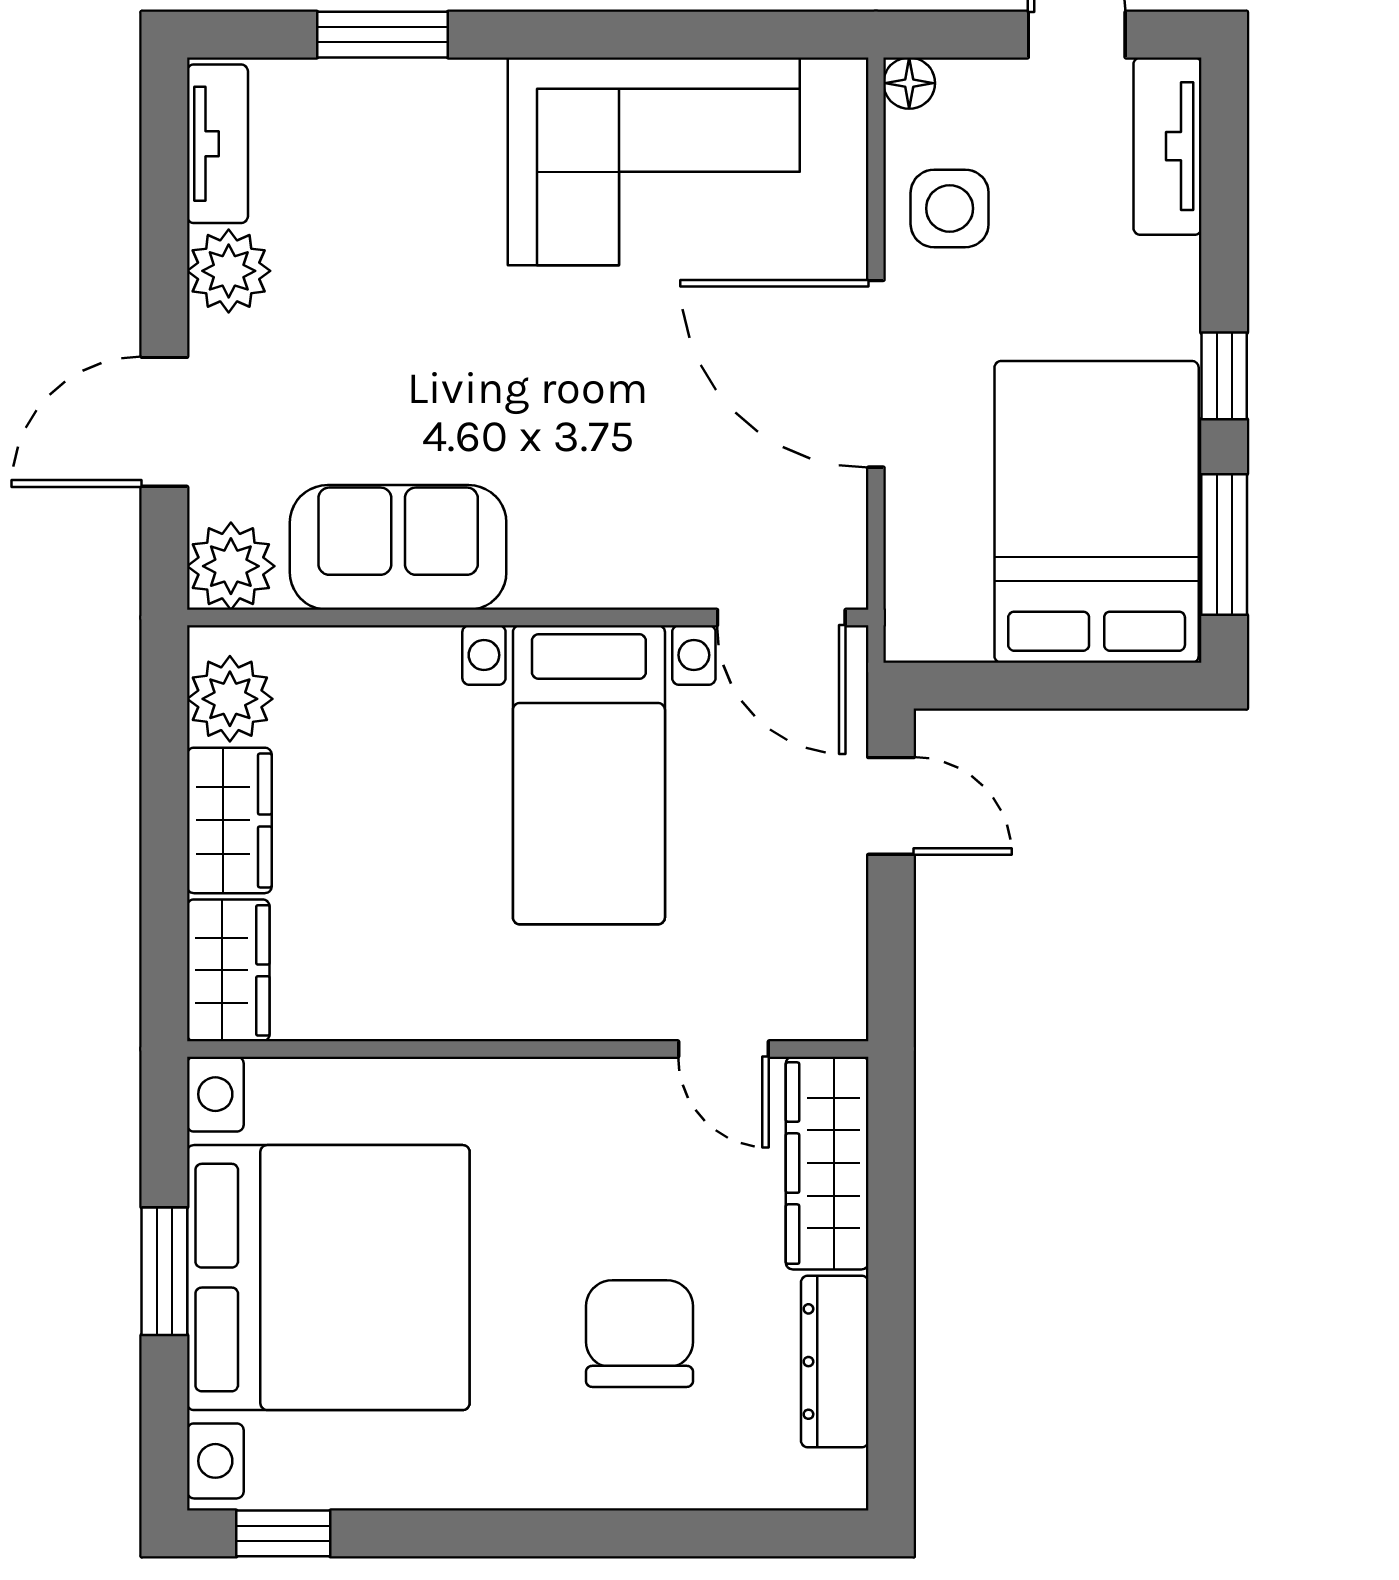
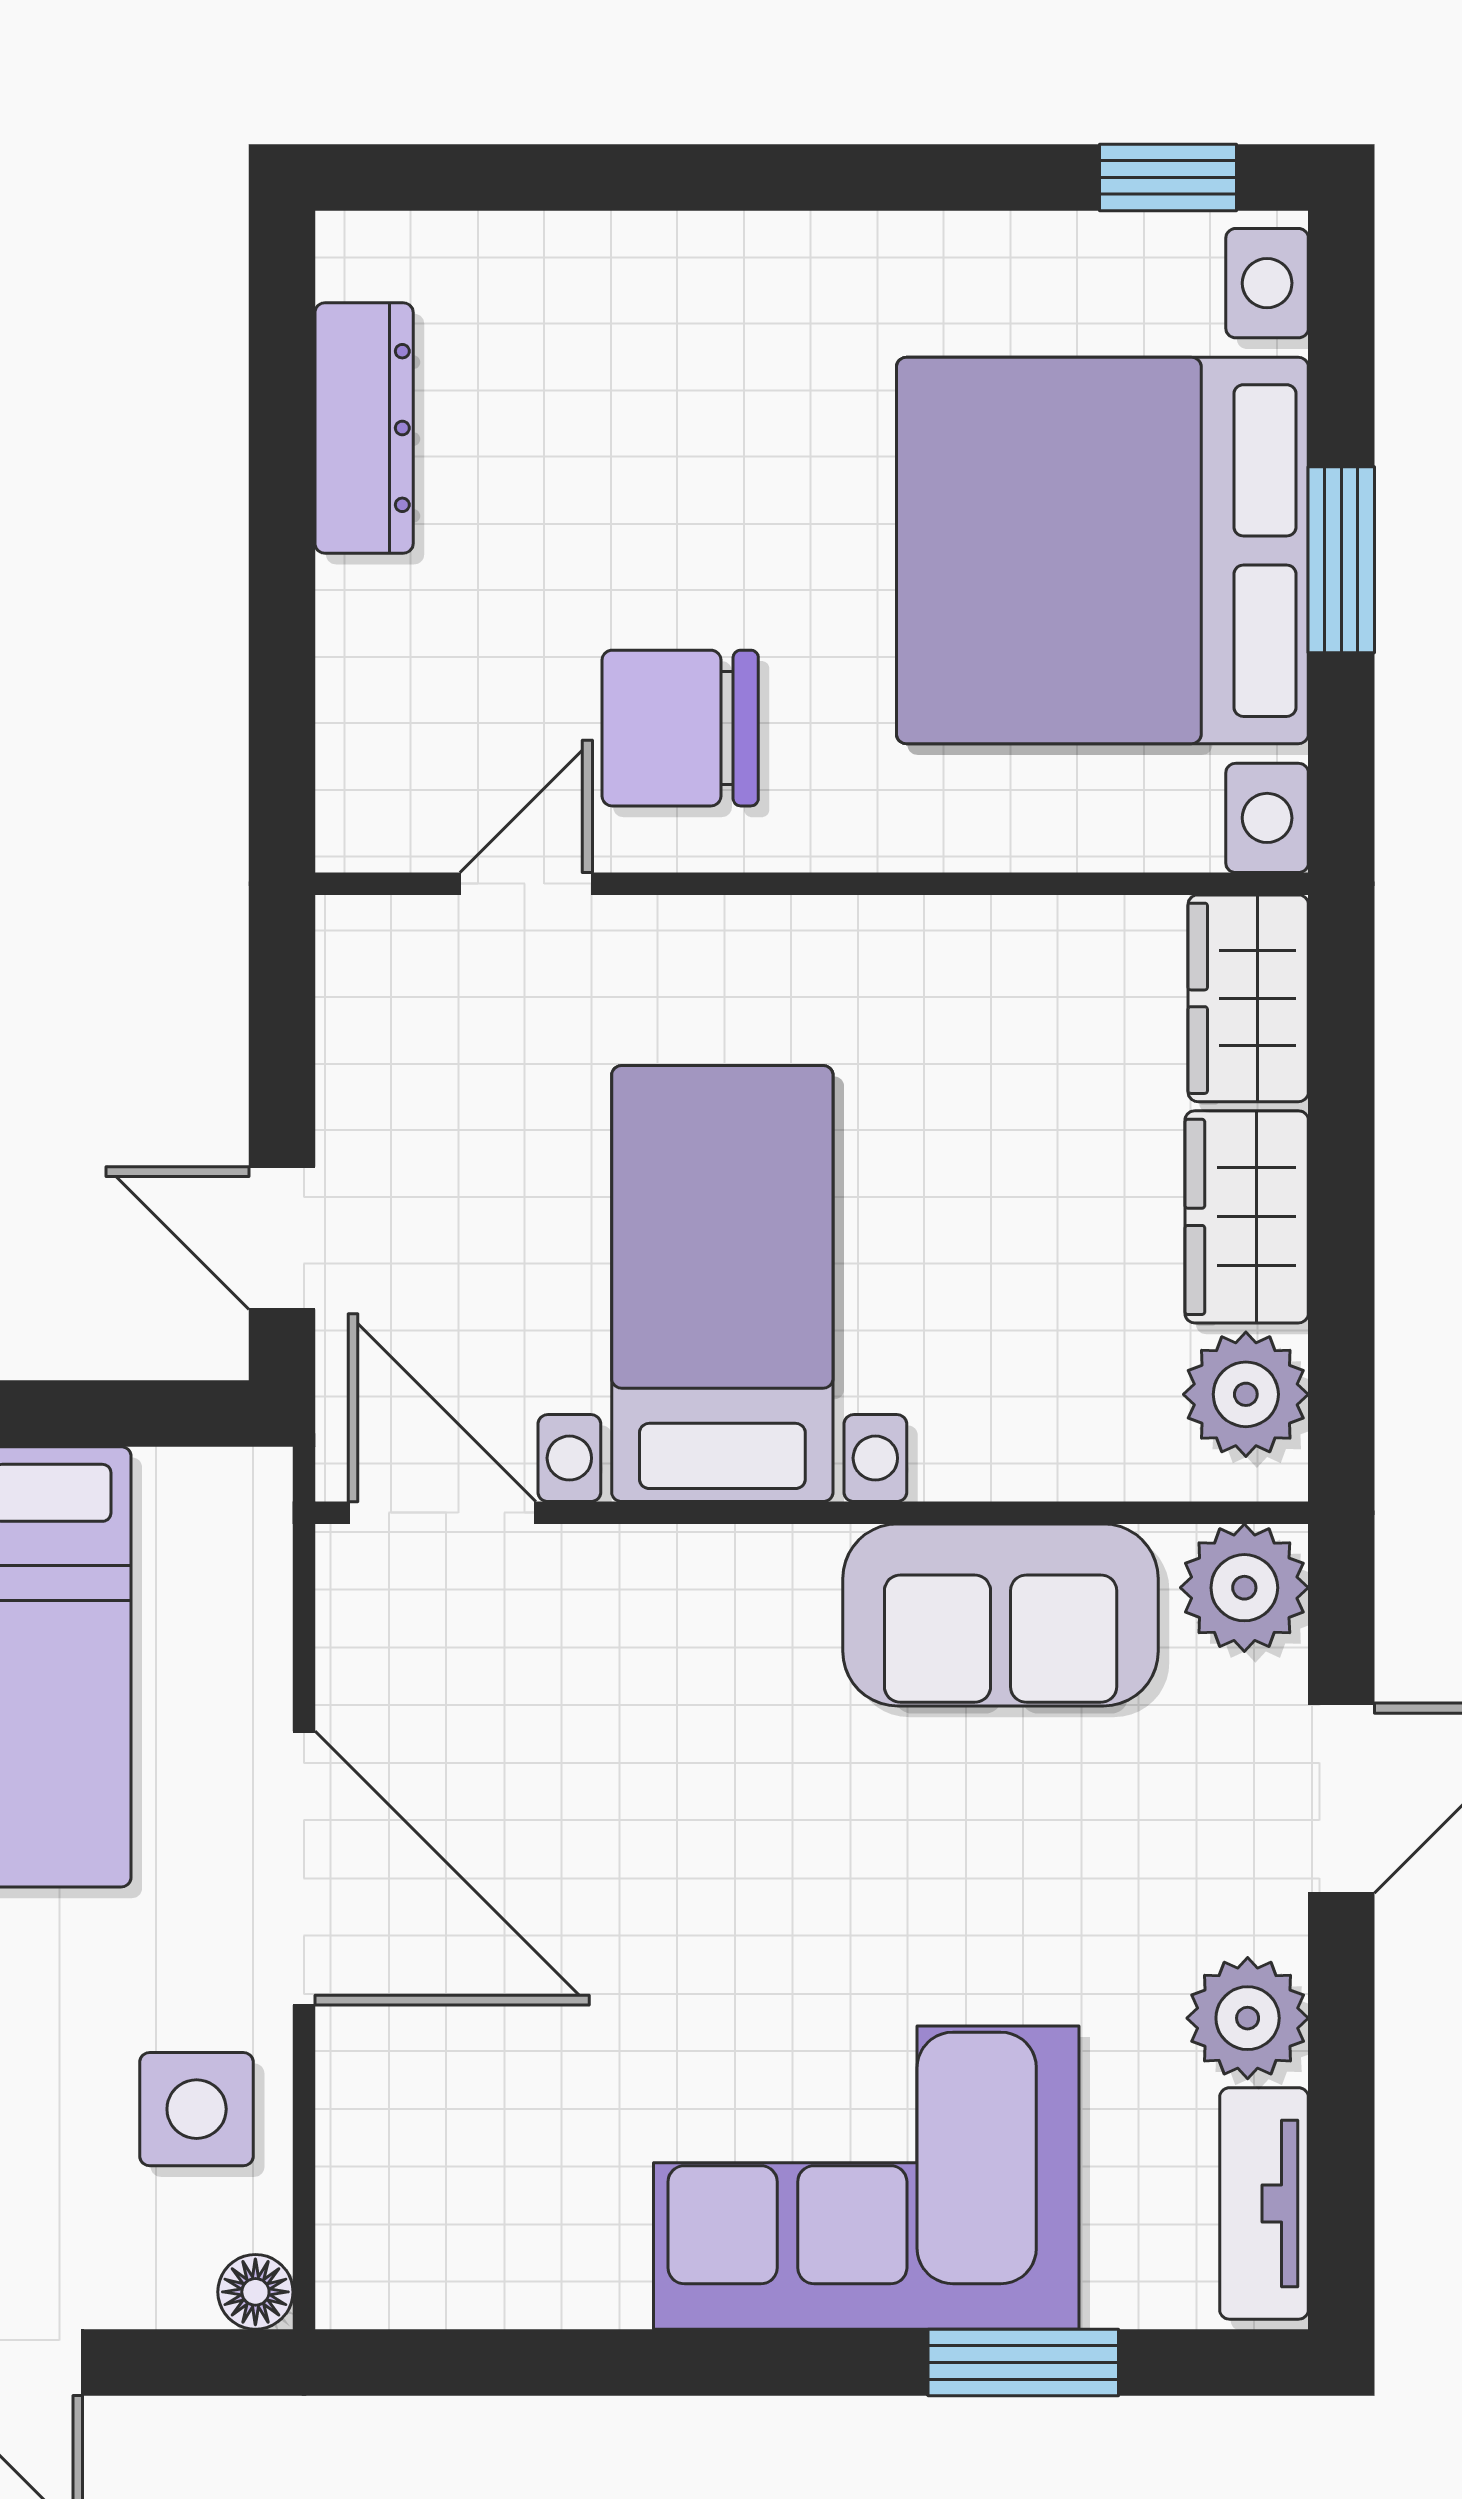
corner sofa: (654, 161) -> (866, 2178), moved
door: (723, 1049) -> (526, 884), hinge flipped
wardrobe: (827, 1163) -> (375, 717), removed
chair: (639, 1334) -> (680, 728), moved, turned 90

